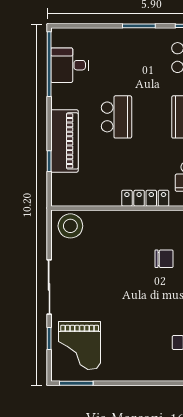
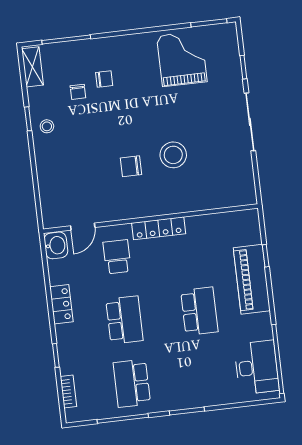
desk: (70, 65) -> (257, 367), width x1.37
school desk: (116, 117) -> (199, 311), turned 180
stool: (70, 226) -> (173, 155), moved
grand piano: (80, 346) -> (182, 59), moved

